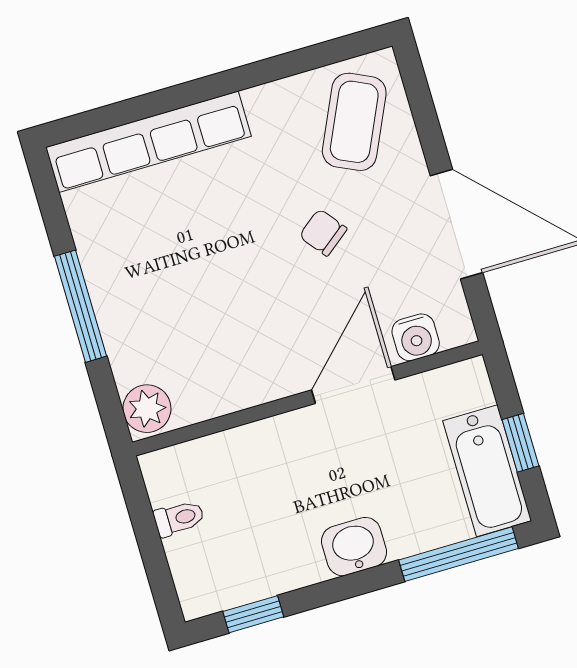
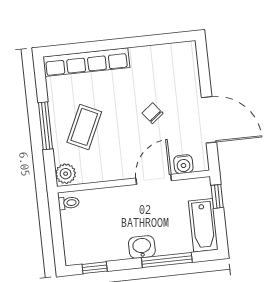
coffee table: (354, 122) -> (84, 127), moved
window: (520, 443) -> (217, 196), moved
toilet: (179, 518) -> (69, 203), moved
window: (458, 554) -> (167, 260), moved

